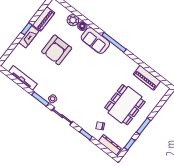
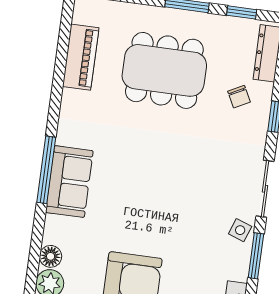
sofa: (95, 41) -> (69, 182), moved

